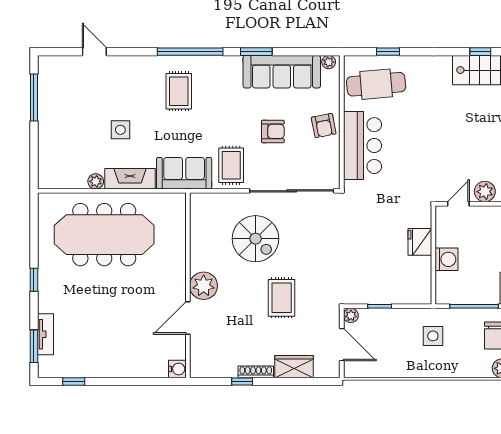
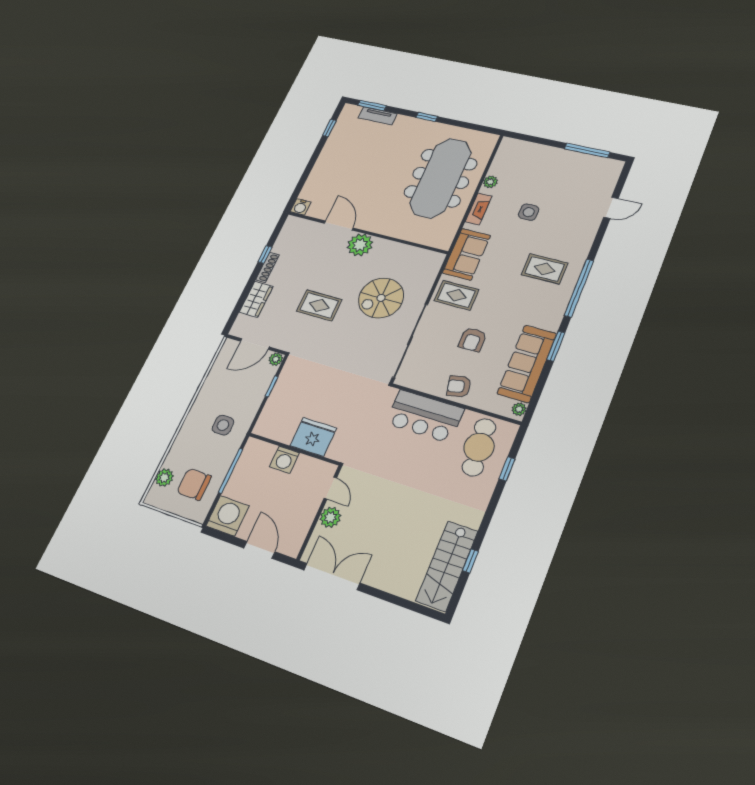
fireplace: (130, 179) -> (479, 209), width x0.73, depth x0.76
fridge: (420, 242) -> (313, 437), width x1.36, depth x1.34

